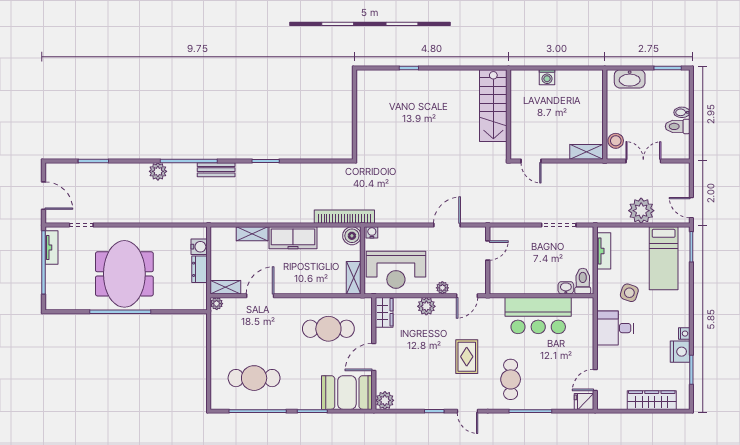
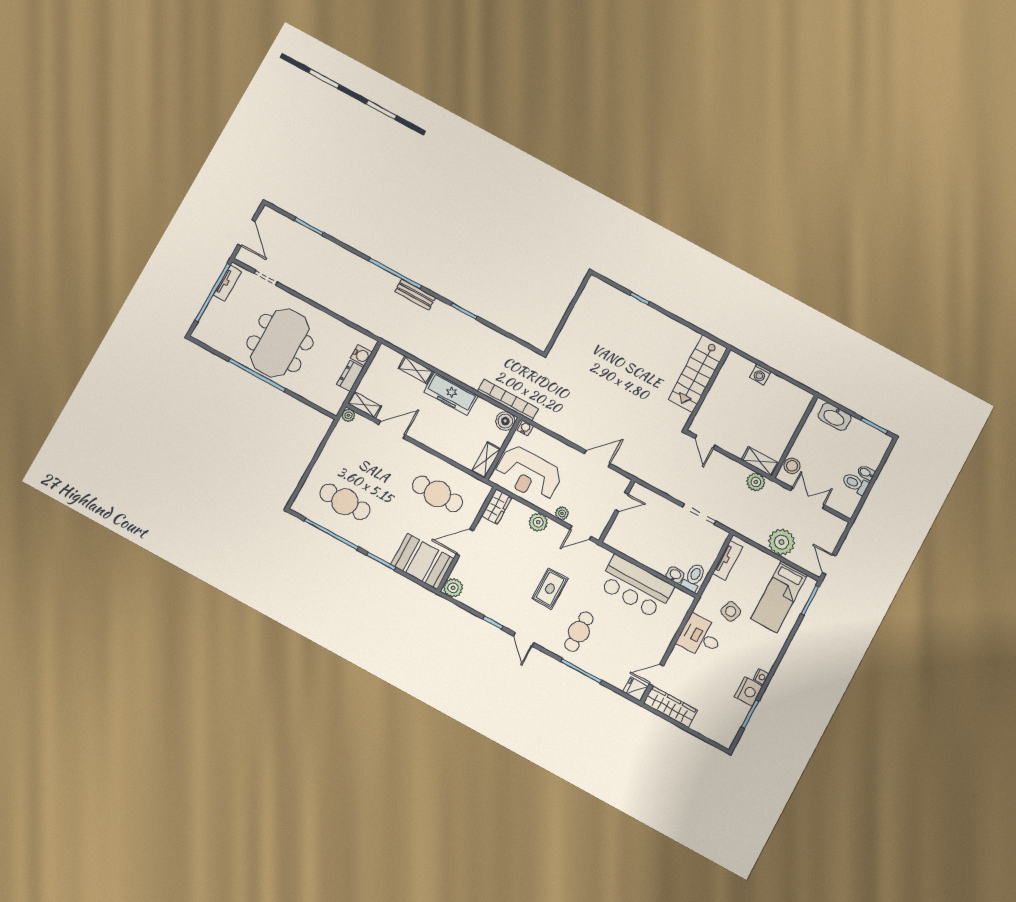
plant: (158, 171) -> (756, 482), moved
wardrobe: (652, 400) -> (670, 707), moved

